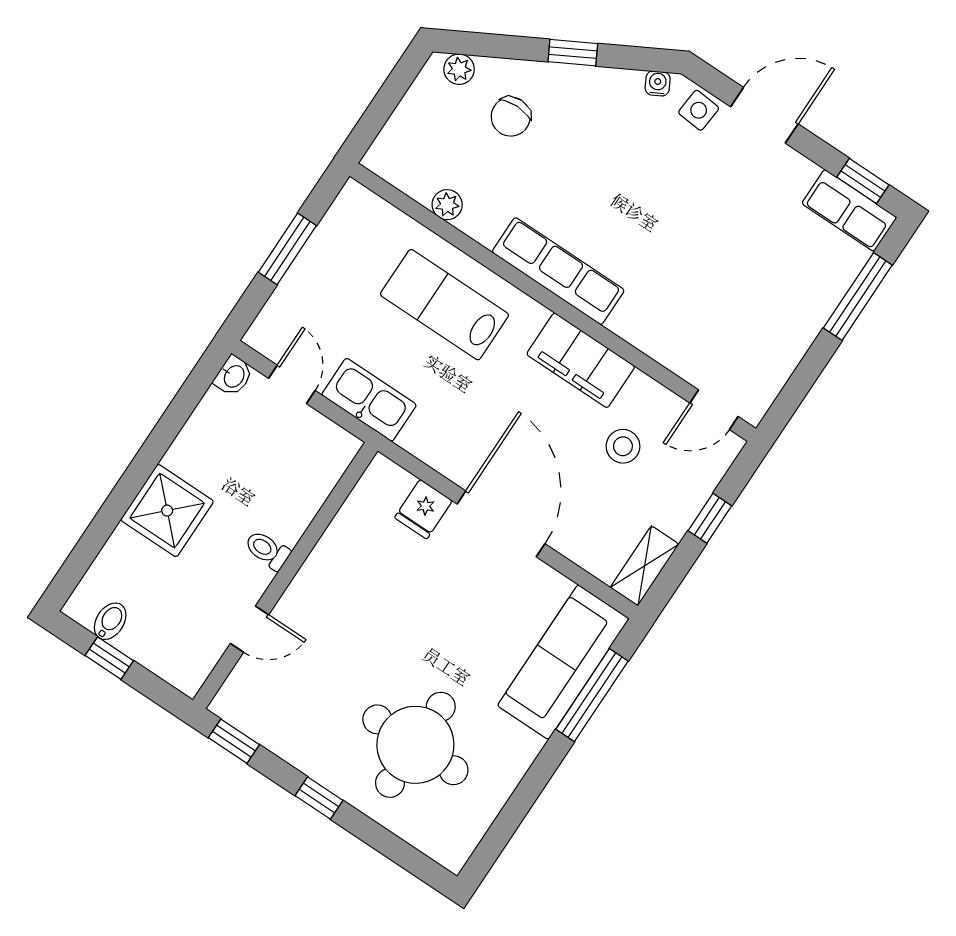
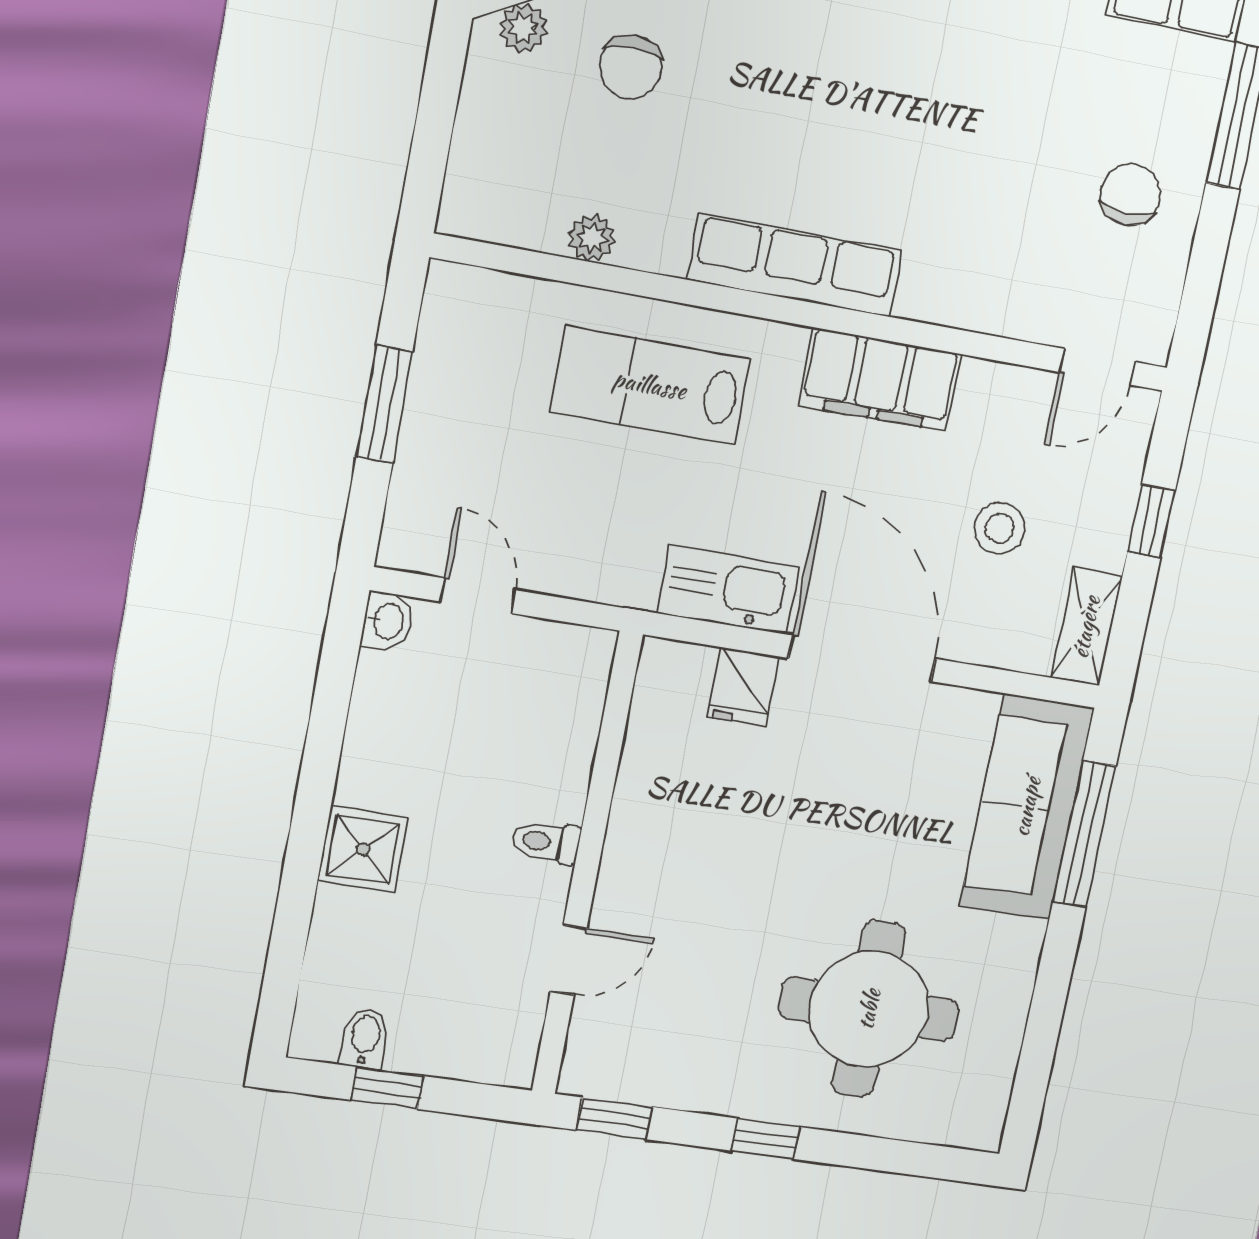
chair: (775, 315) -> (1130, 195), added
kitchen sink: (369, 400) -> (728, 590), moved
stool: (623, 446) -> (1000, 528), moved
shower: (167, 511) -> (363, 849), width x0.73, depth x0.73

